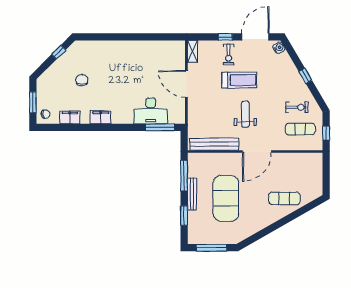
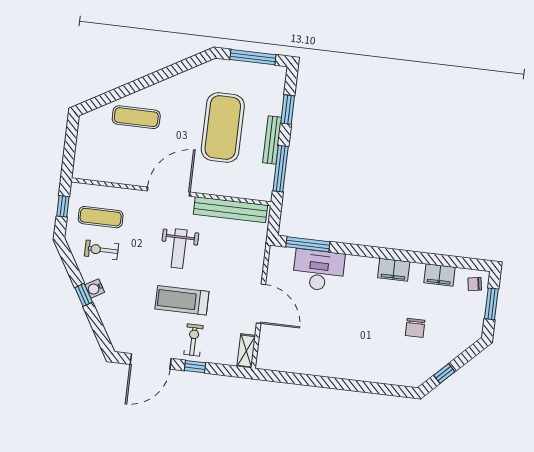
water cooler: (279, 48) -> (95, 289), moved

